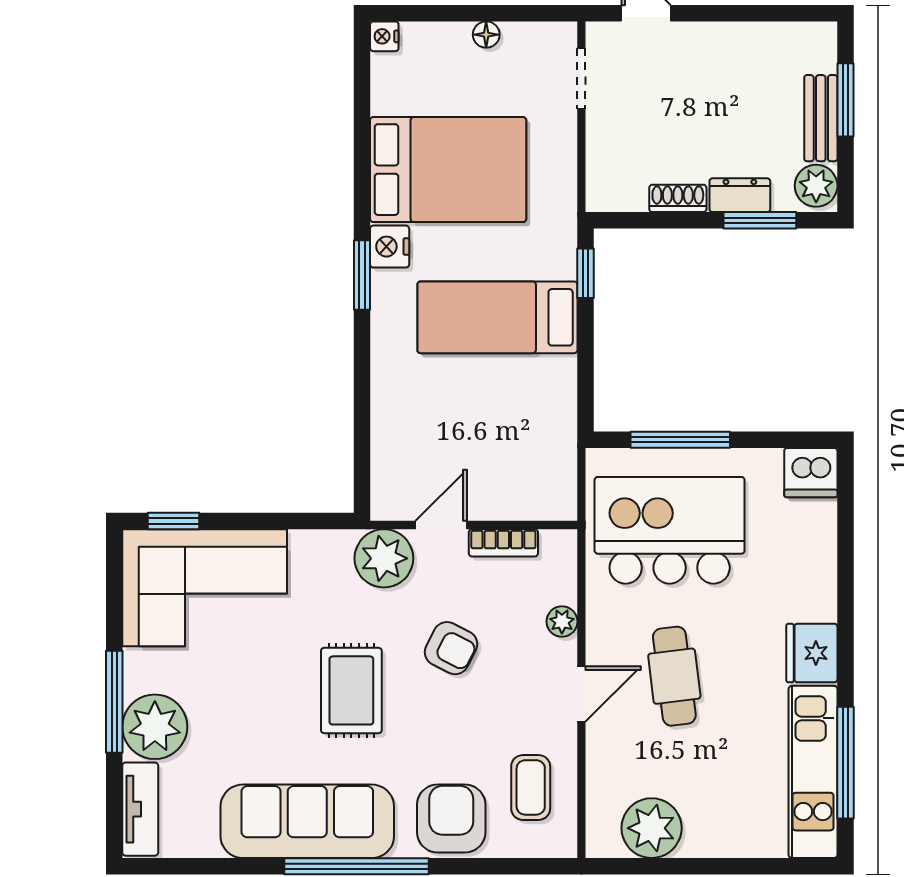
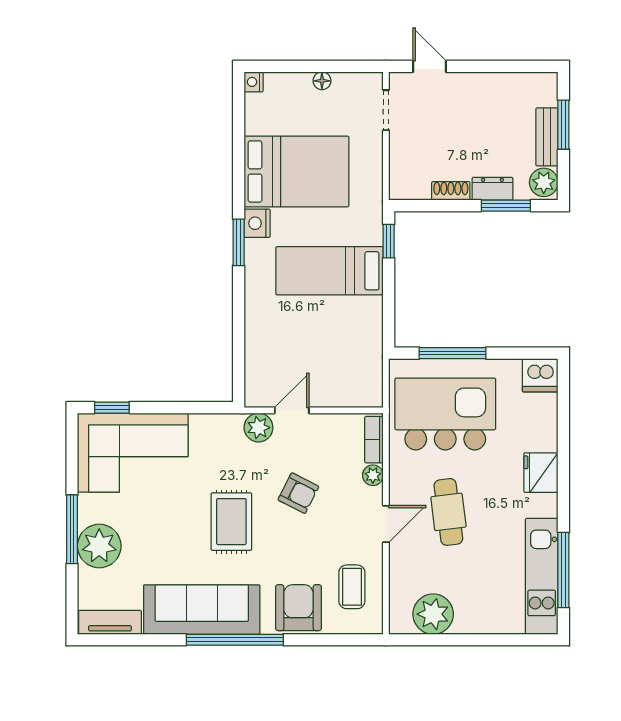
bookcase: (503, 543) -> (374, 440), moved, turned 90
plant: (384, 558) -> (258, 428), width x0.73, depth x0.73
fridge: (812, 653) -> (541, 473), moved
tv unit: (140, 809) -> (110, 622), moved, turned -90

